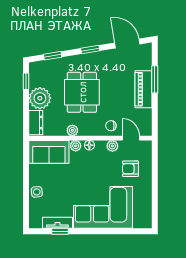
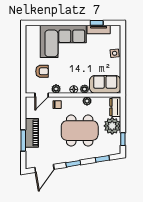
door: (127, 43) -> (44, 168), hinge flipped
dining table: (82, 92) -> (80, 131), width x1.37
door: (131, 138) -> (42, 95), hinge flipped

